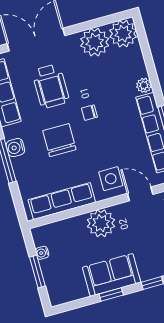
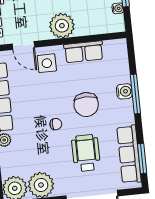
water cooler: (15, 148) -> (124, 91), moved
row of seats: (62, 201) -> (84, 52), width x0.68

